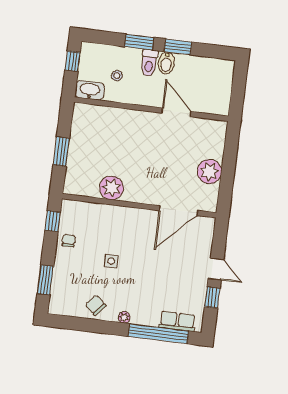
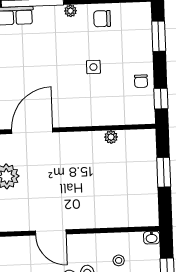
washbasin: (90, 90) -> (152, 238), width x0.52, depth x0.69
plant: (112, 188) -> (111, 137), width x0.53, depth x0.53
chair: (96, 305) -> (102, 19), turned 139

